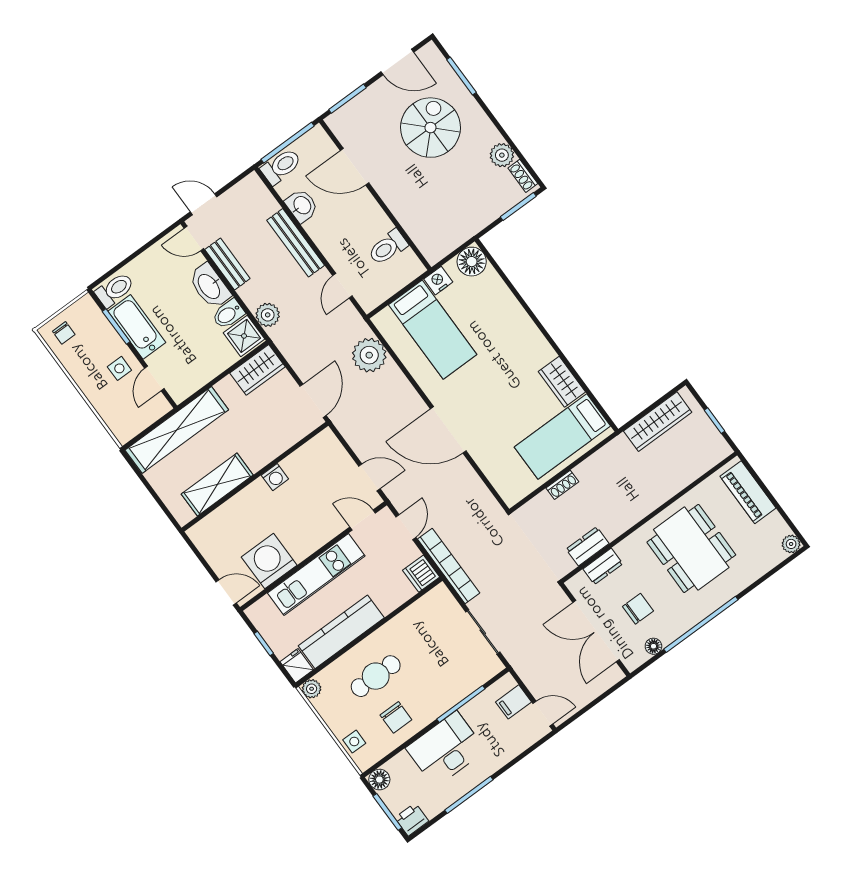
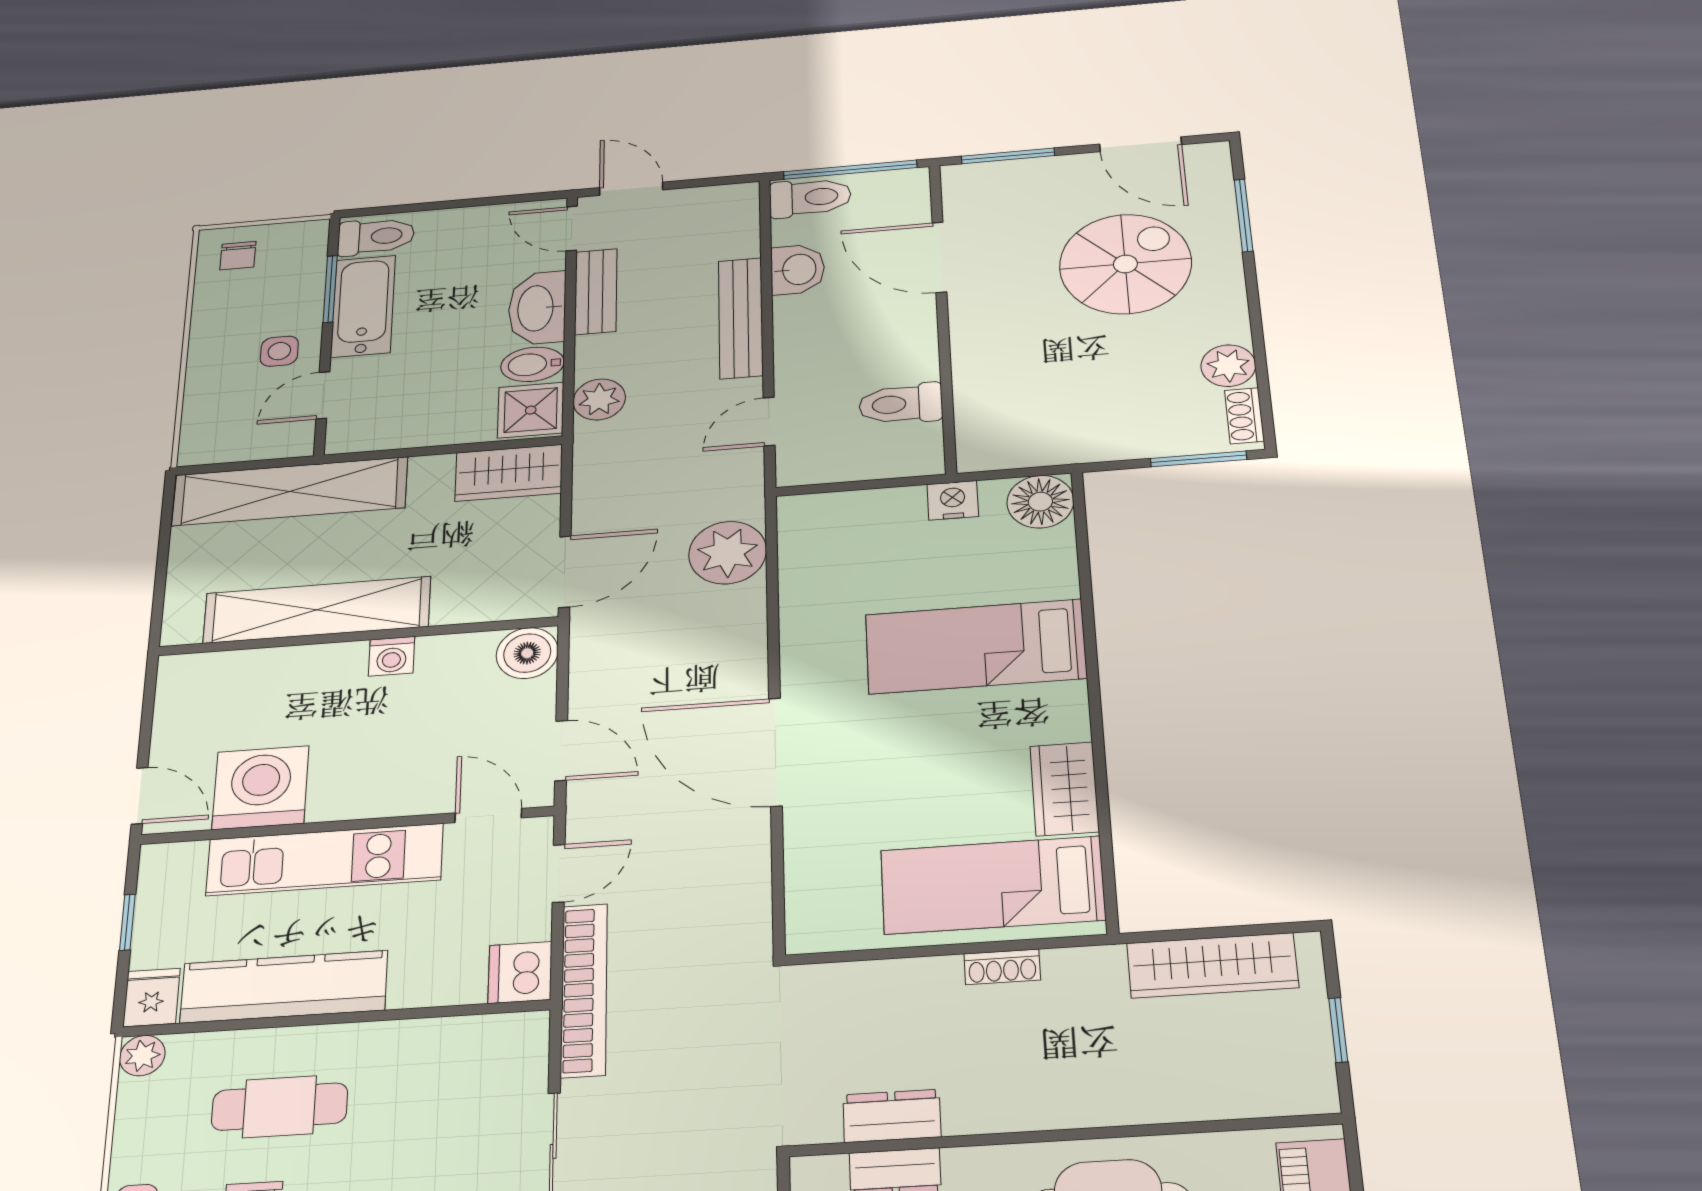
bed: (433, 330) -> (975, 646), moved, turned 90
boiler: (326, 445) -> (527, 653), added
shelving: (217, 485) -> (317, 610), width x1.47
shoe rack: (562, 485) -> (1002, 967), moved

